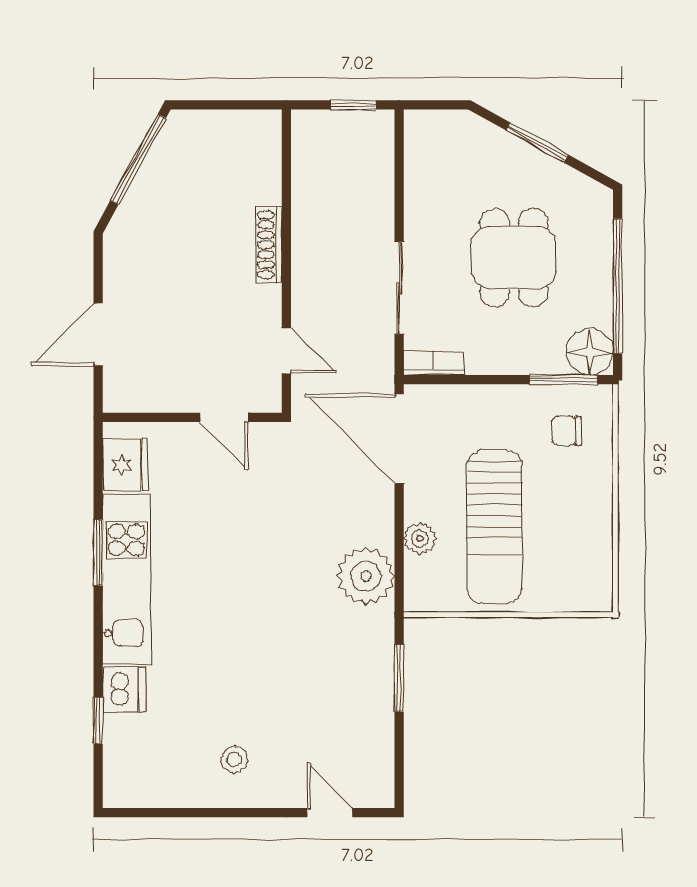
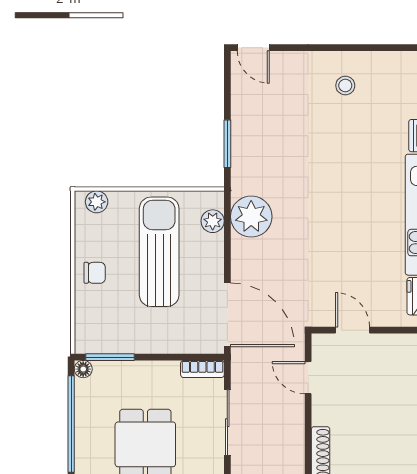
floor lamp: (590, 352) -> (83, 369), width x0.53, depth x0.53
chair: (567, 431) -> (95, 273), moved
plant: (420, 538) -> (213, 221), moved
plant: (582, 597) -> (97, 202), added
door: (330, 813) -> (253, 48), moved

